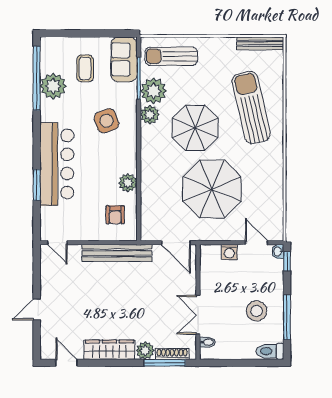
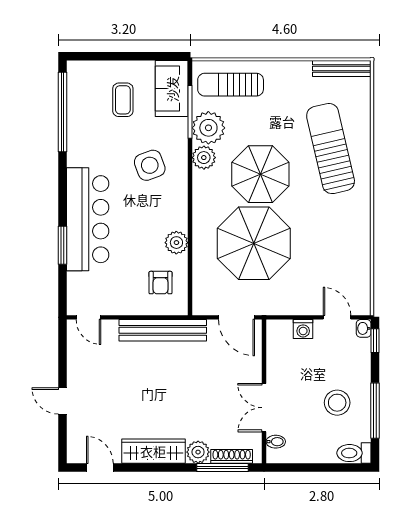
plant: (53, 86) -> (83, 122), removed
parasol: (212, 189) -> (254, 243), moved
door: (37, 310) -> (63, 401), hinge flipped

